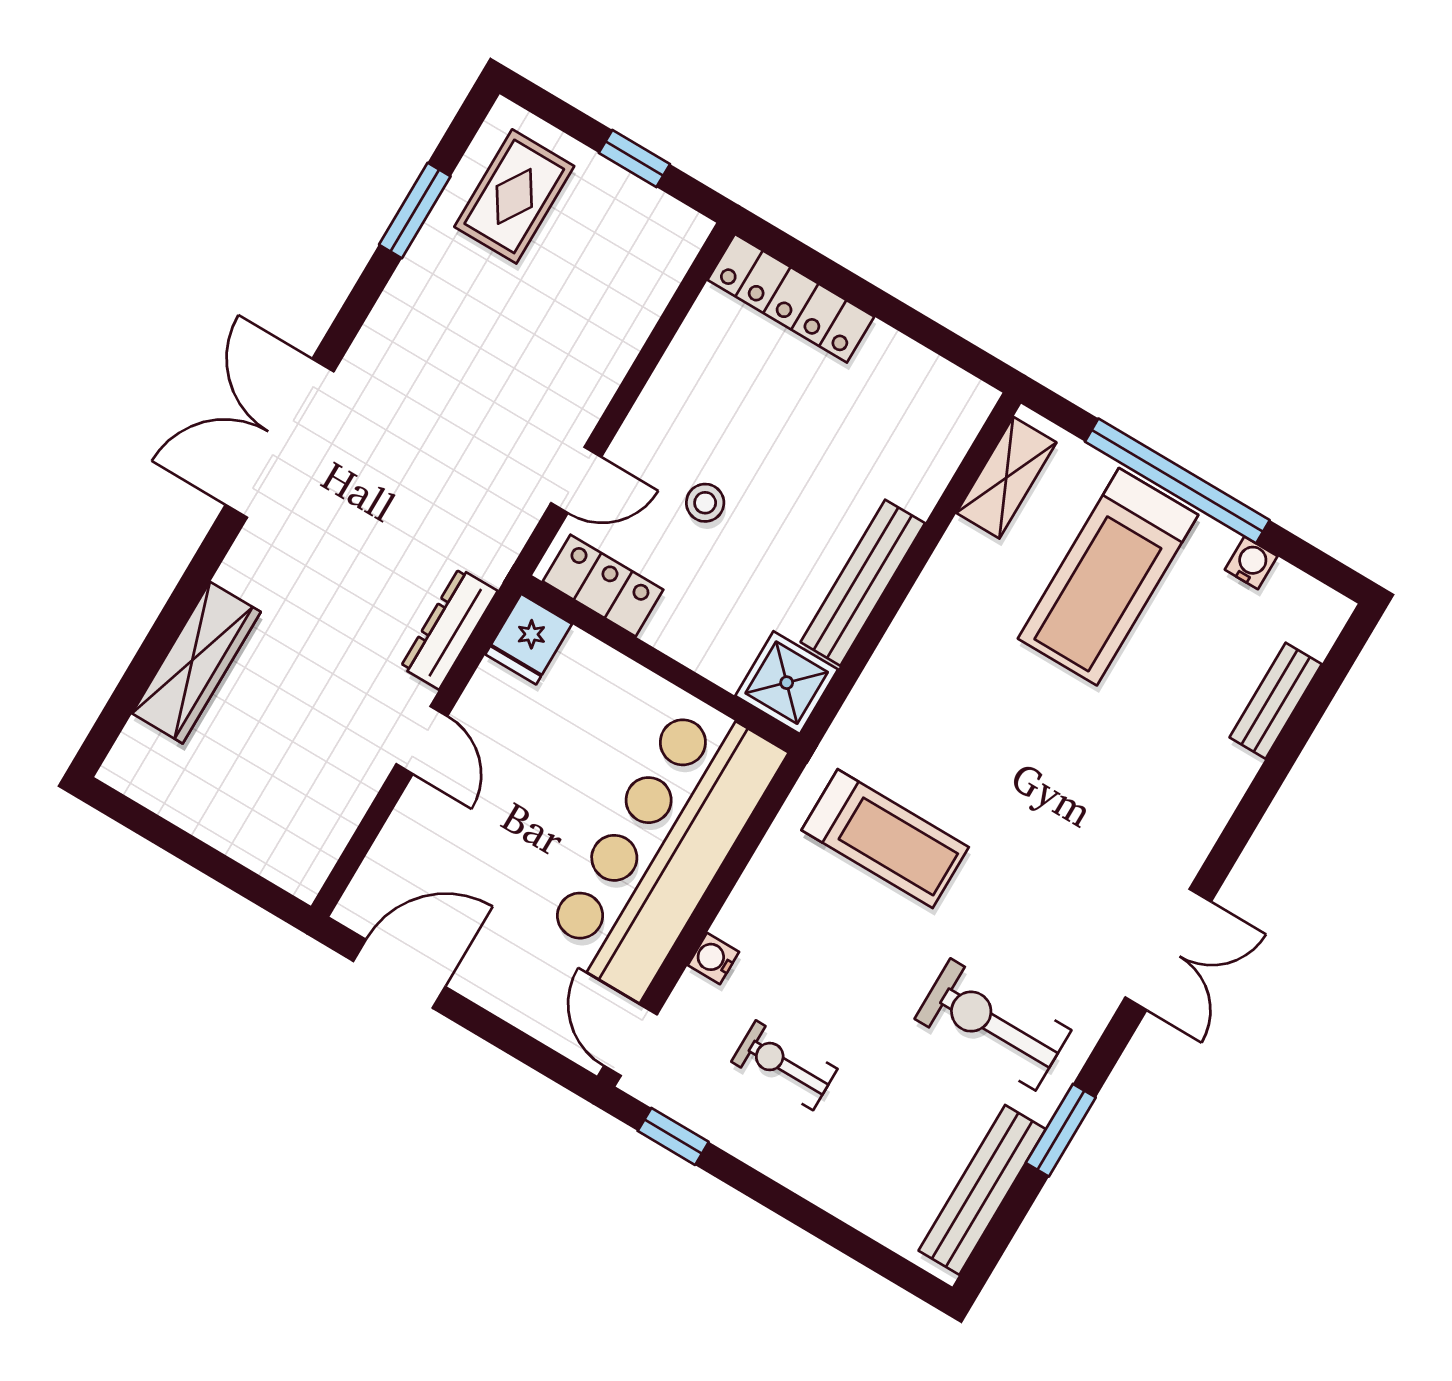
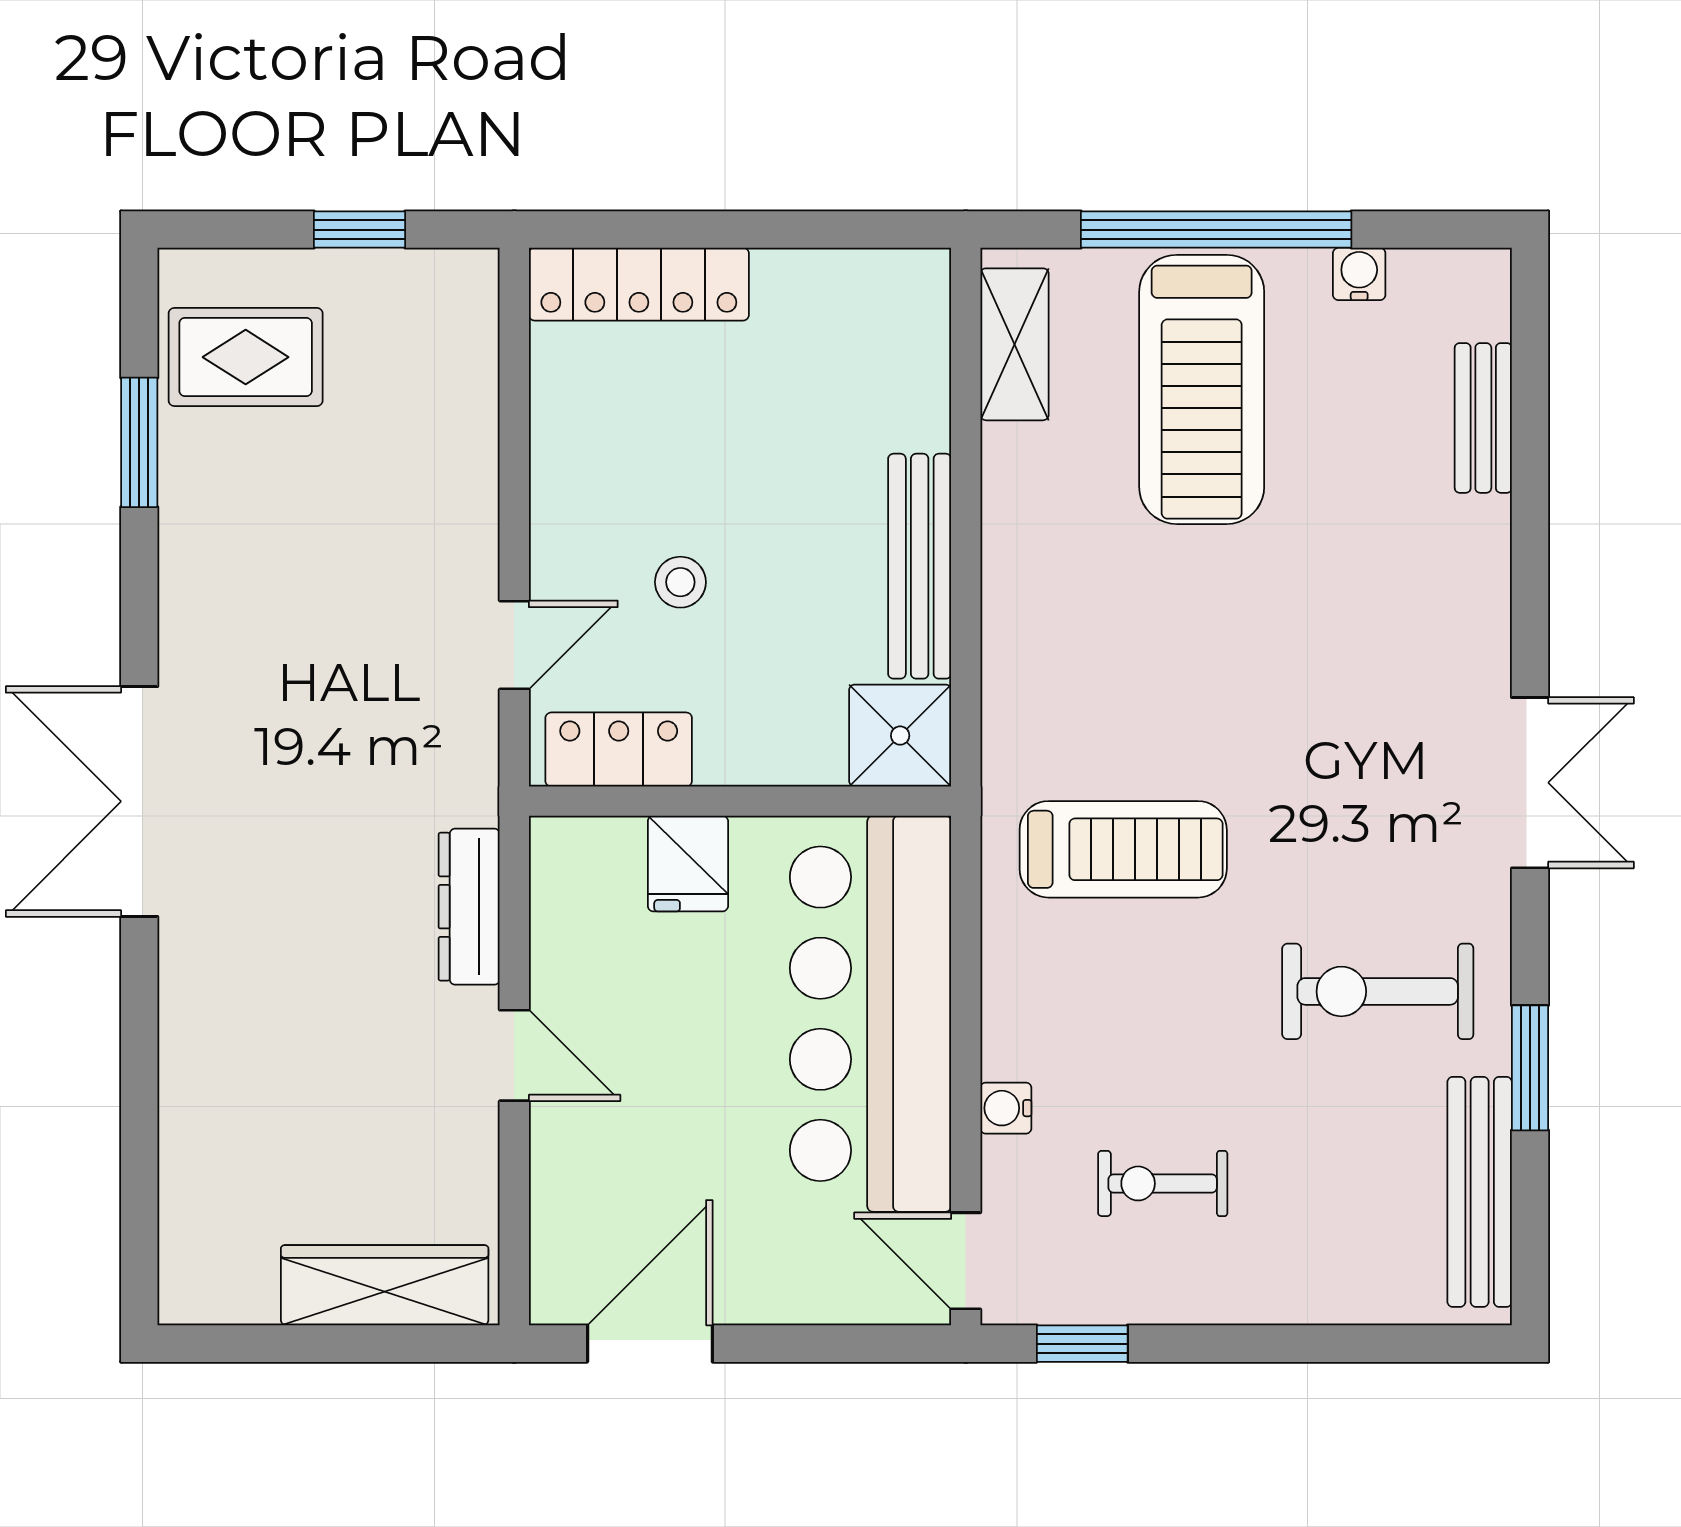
rug: (514, 196) -> (246, 357), turned 90
fridge: (529, 639) -> (688, 864), moved
wardrobe: (196, 663) -> (385, 1285), moved, turned -90

